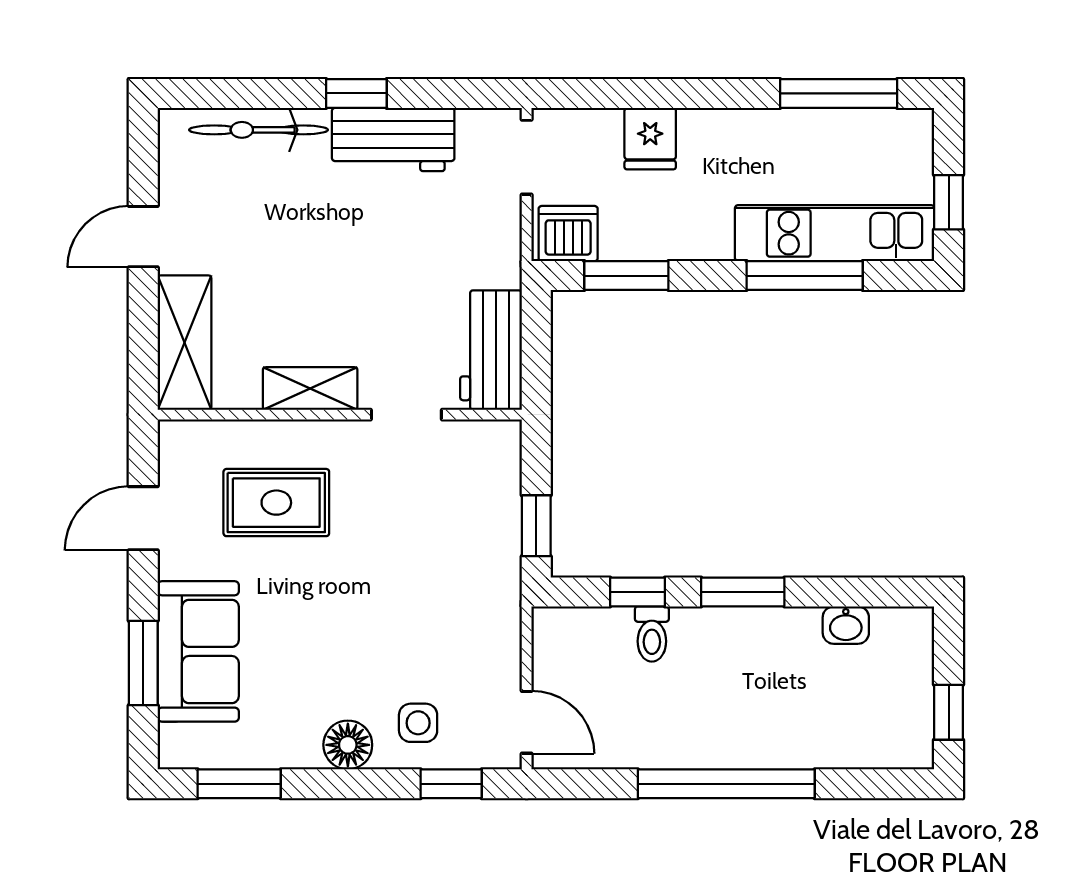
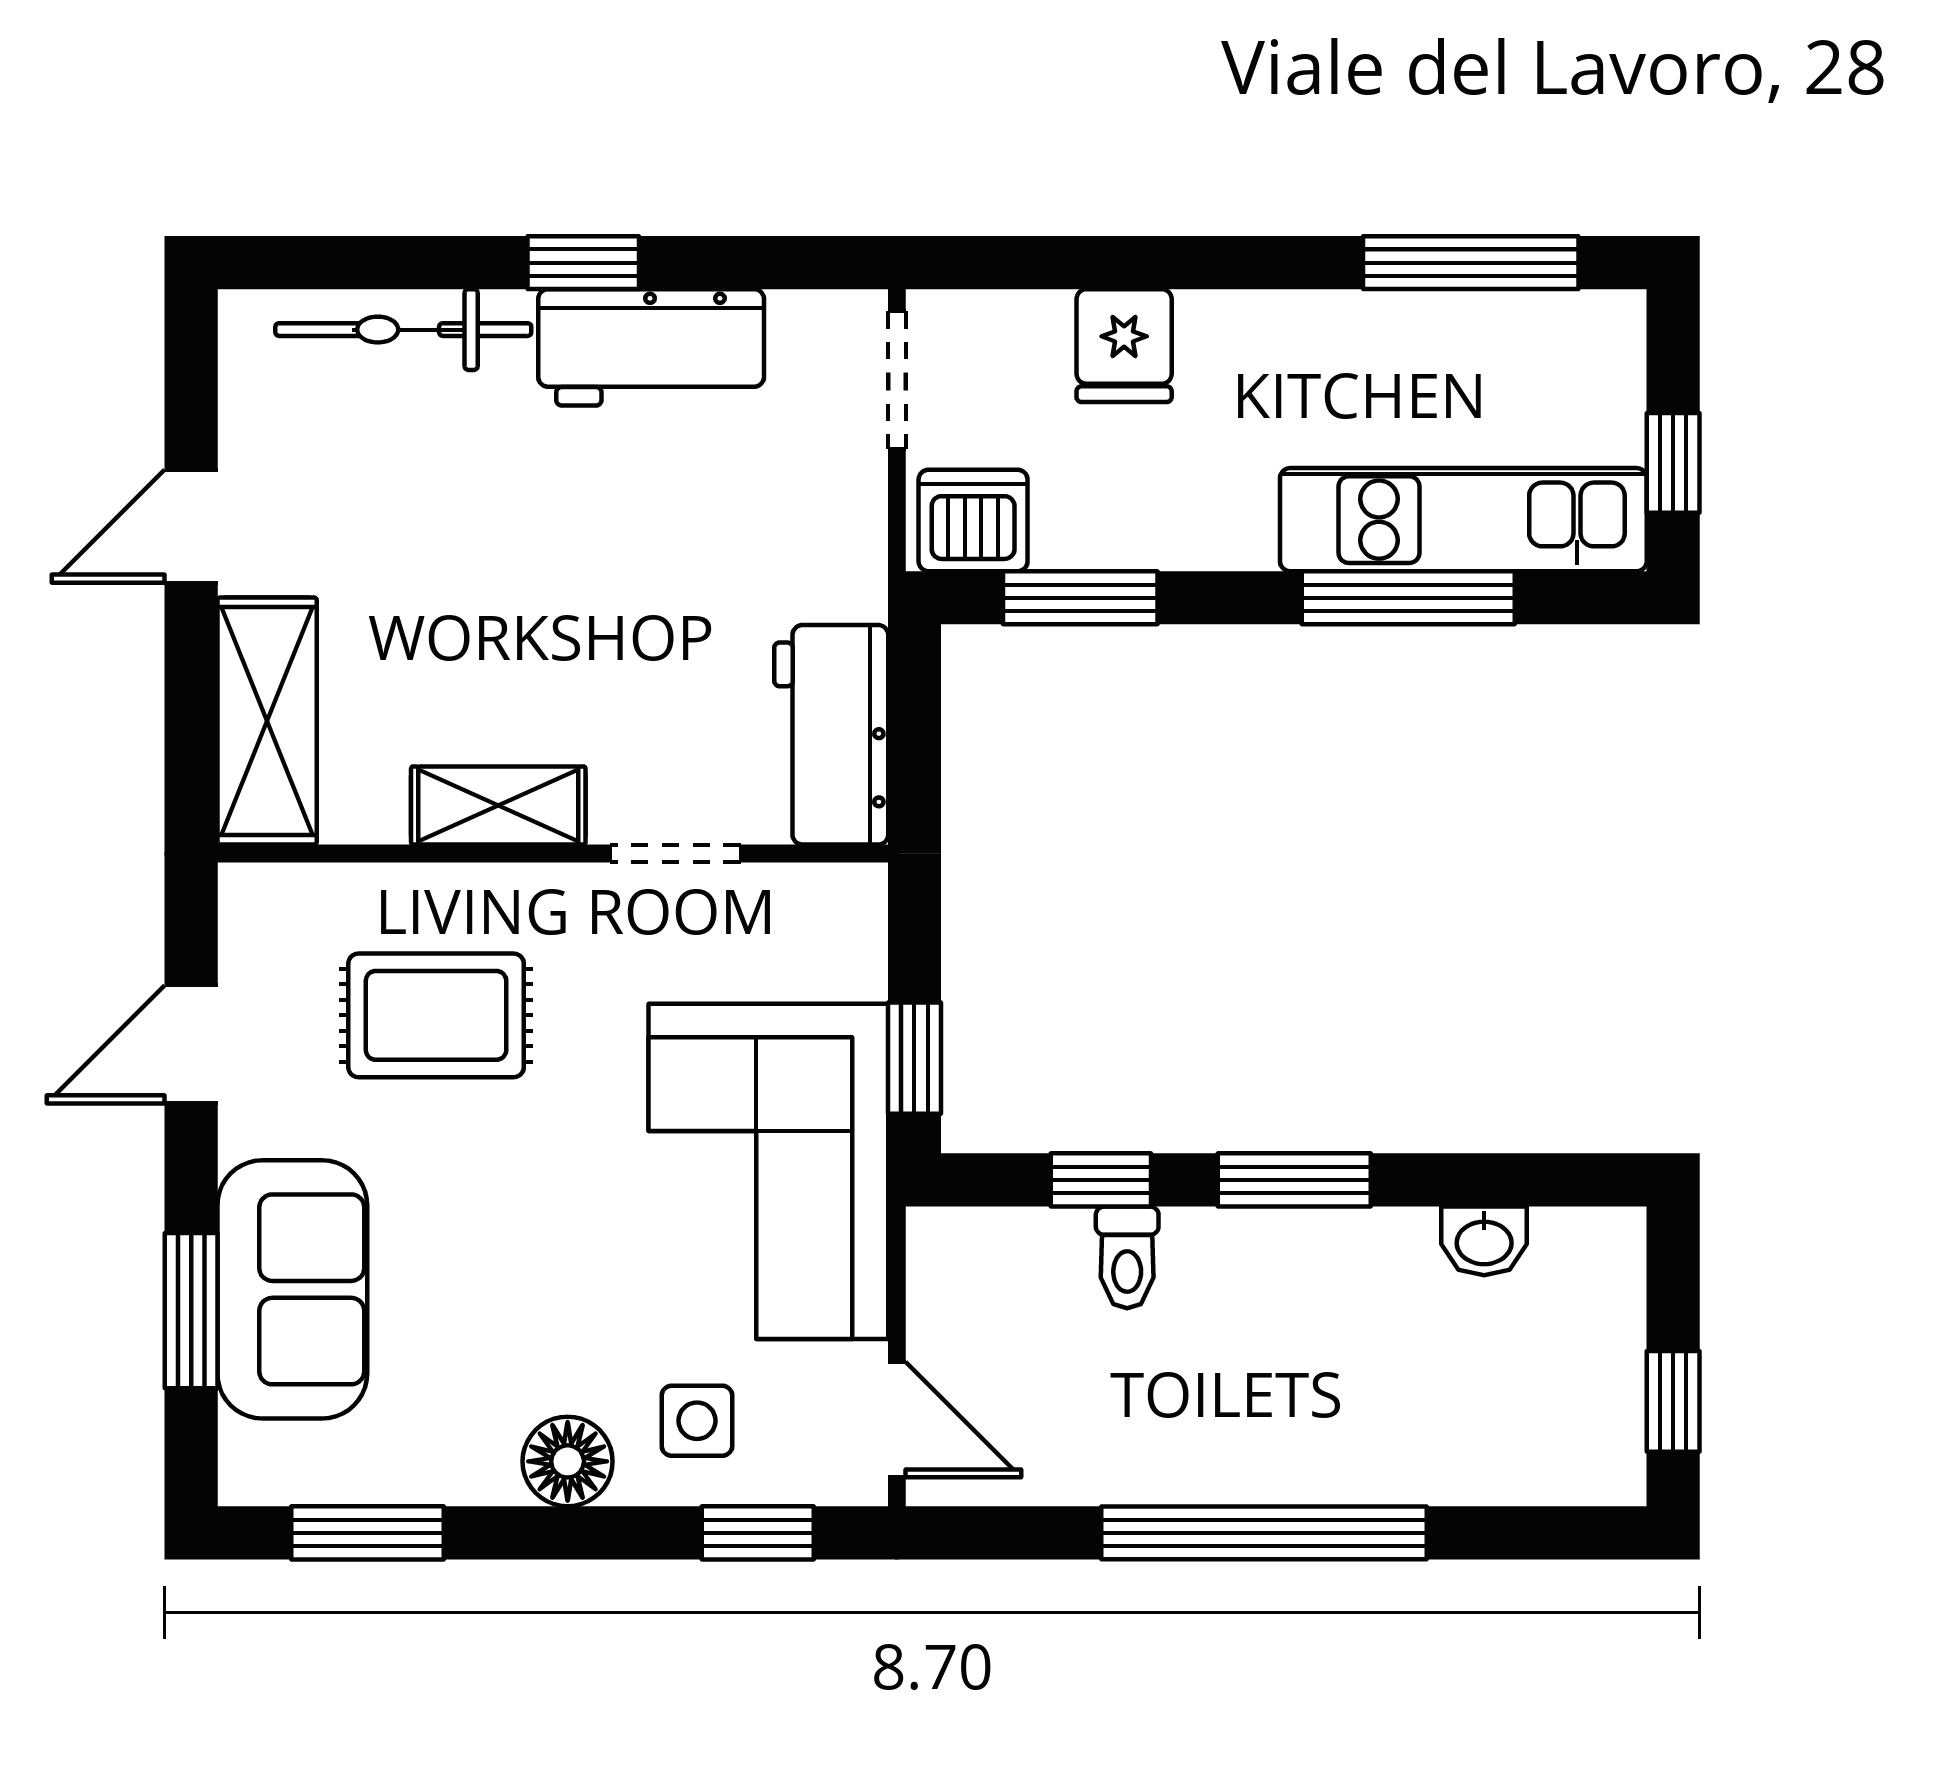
corner sofa: (457, 587) -> (768, 1171), added

